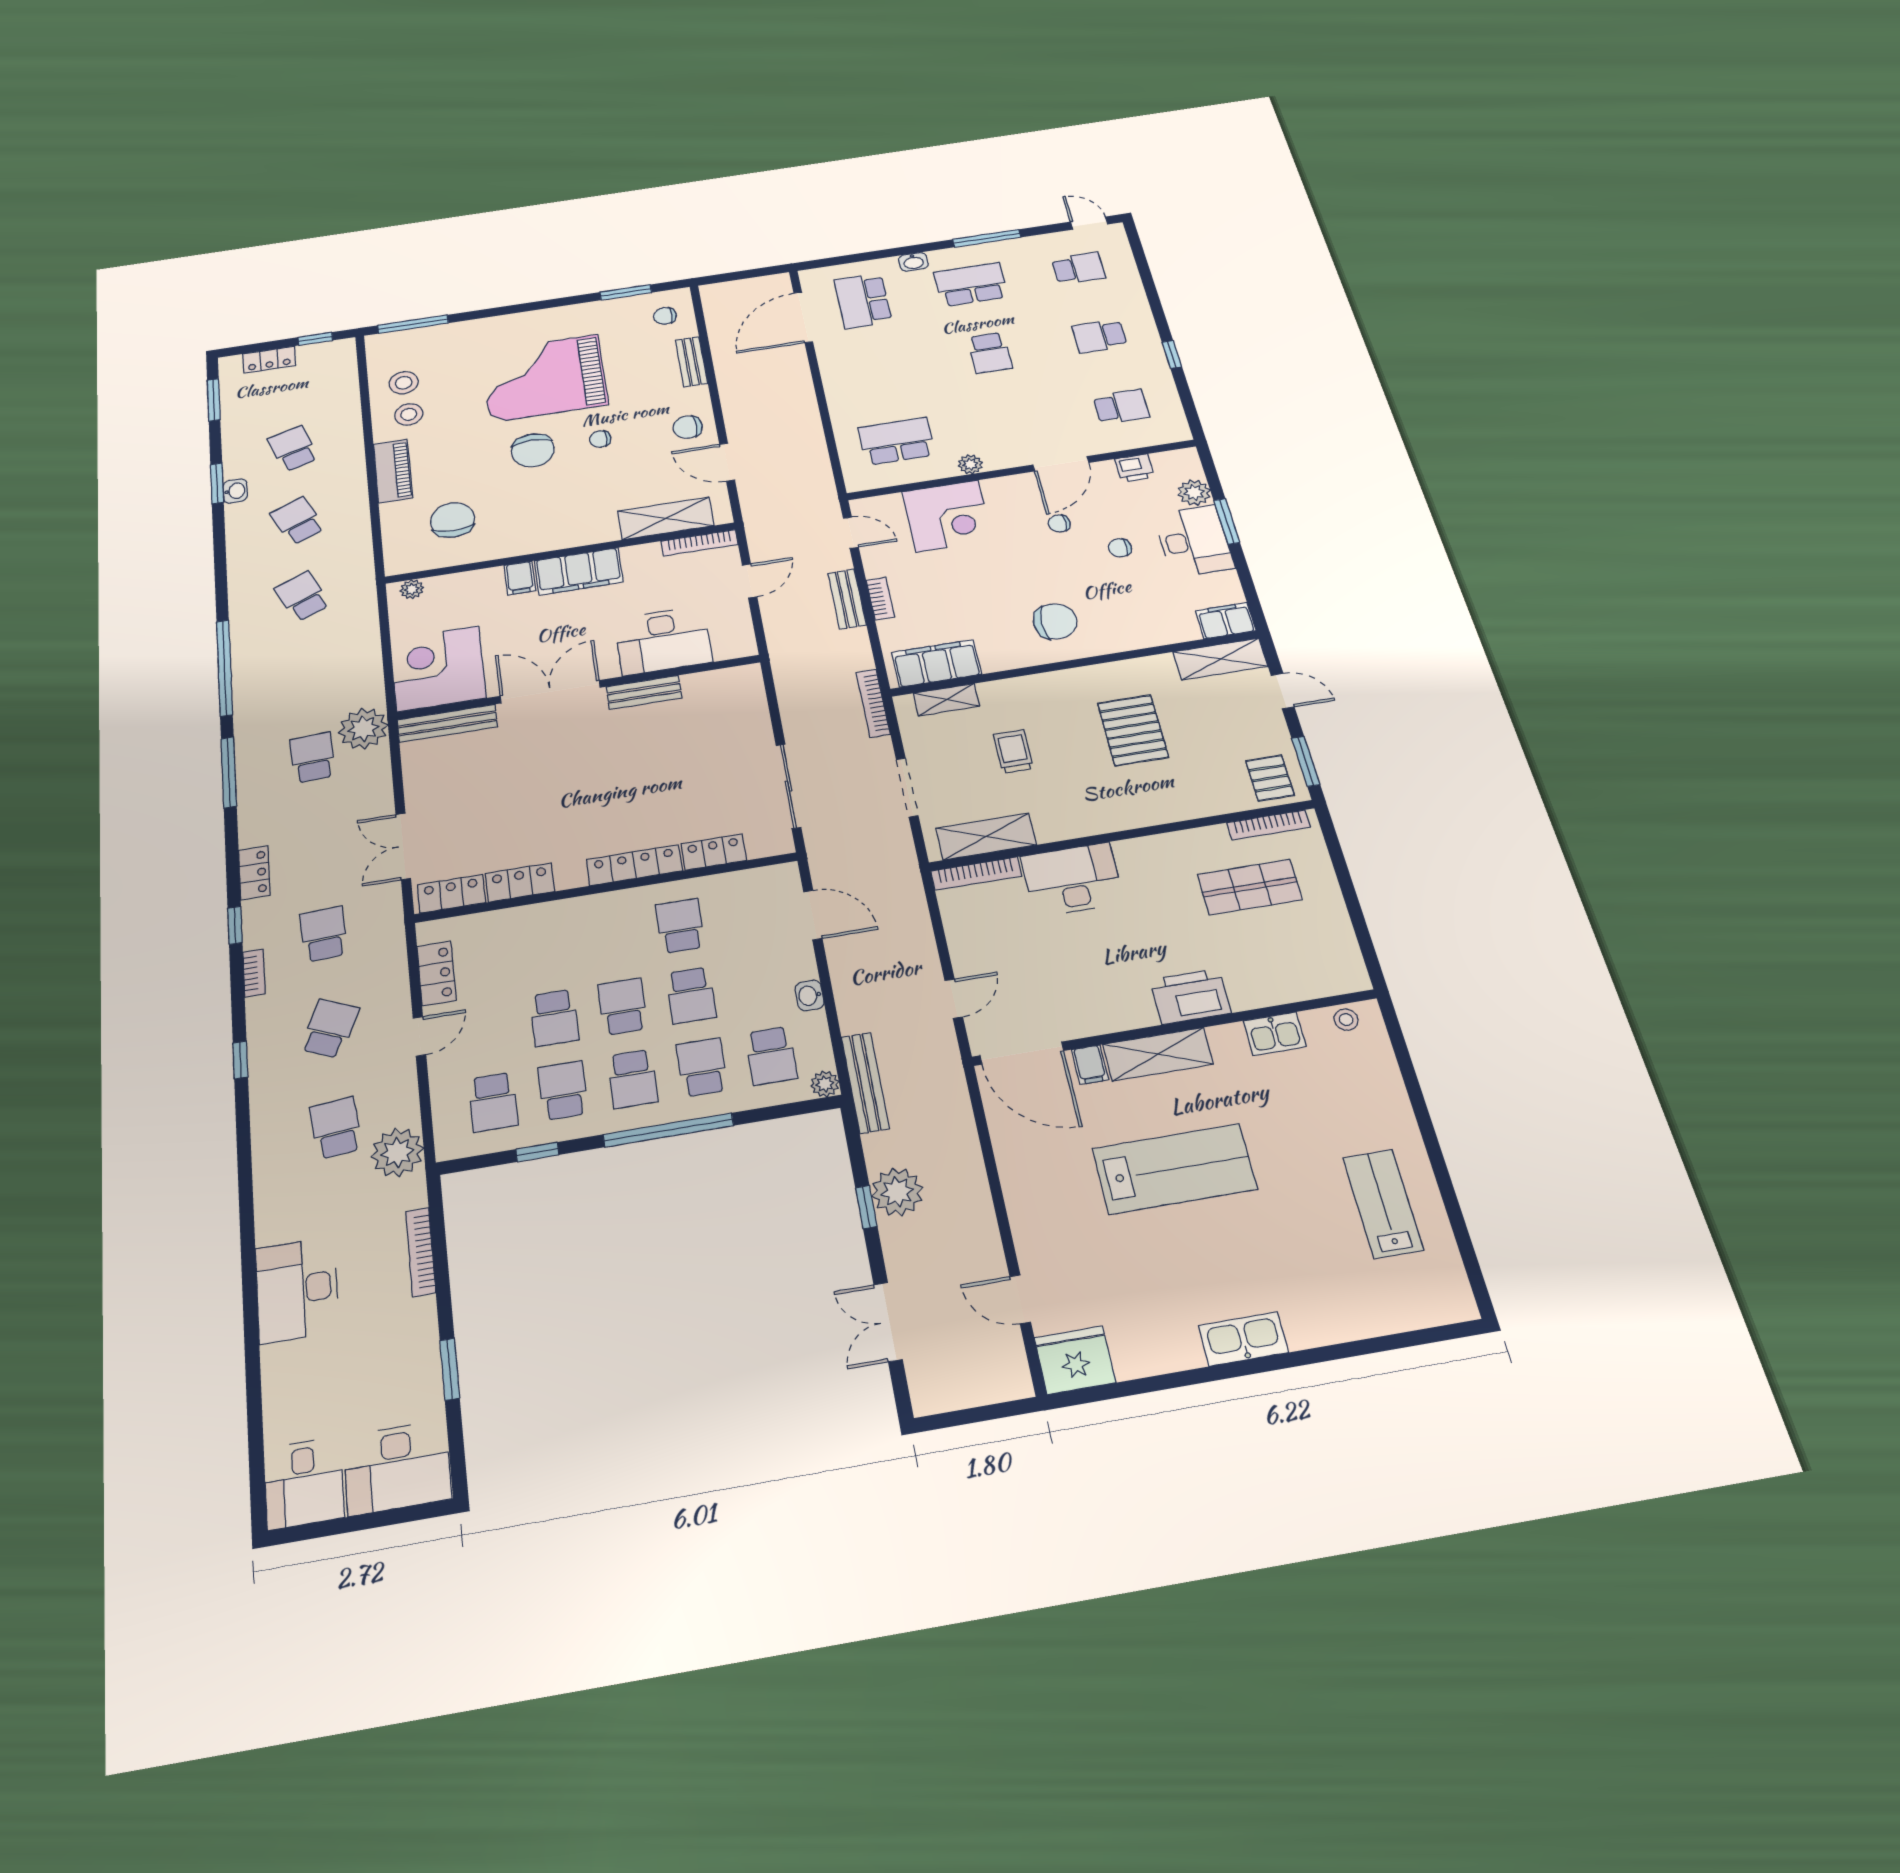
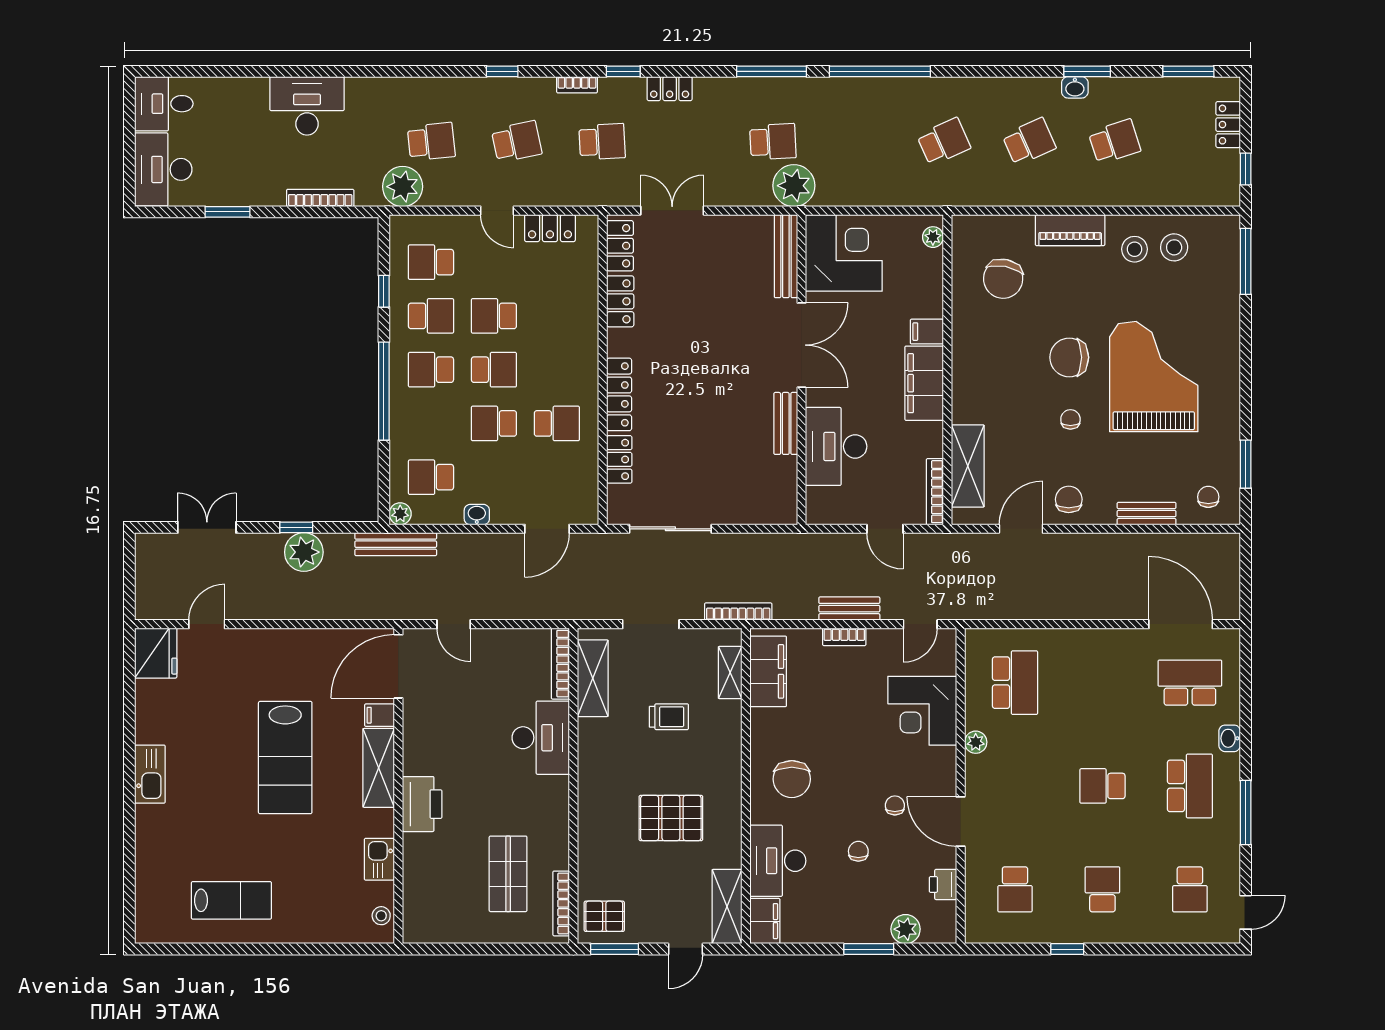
chair: (453, 520) -> (1003, 279), turned 101
desk: (1194, 541) -> (778, 861), moved, turned 90
school desk: (330, 1029) -> (517, 142), turned -36
school desk: (702, 1067) -> (431, 423), removed

